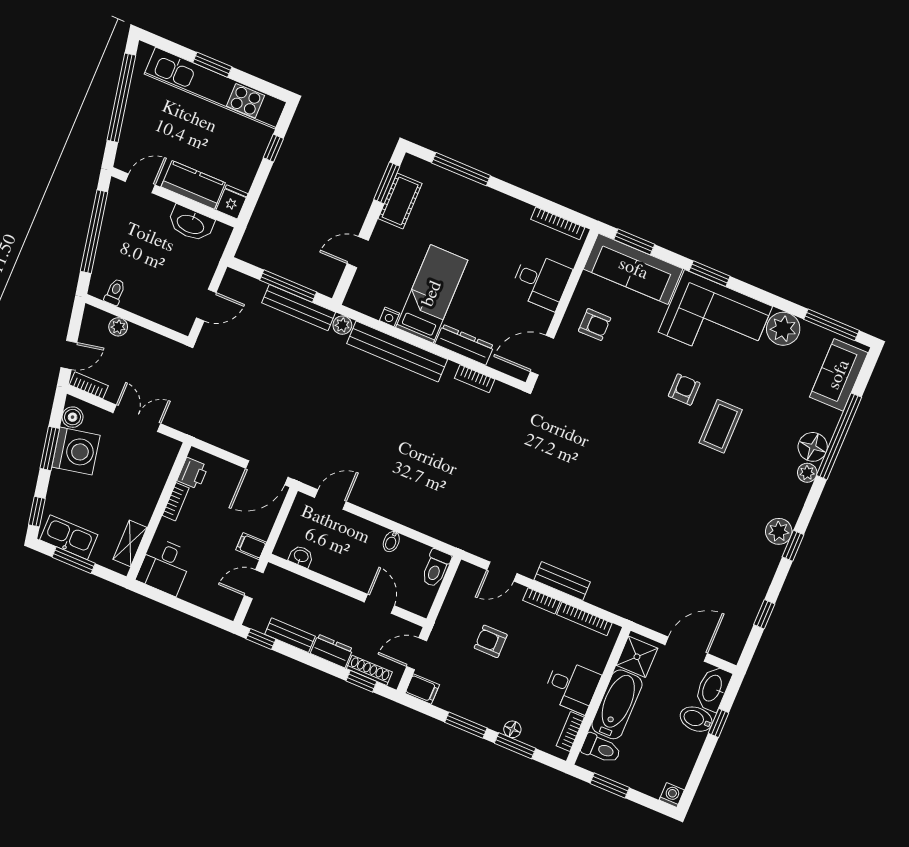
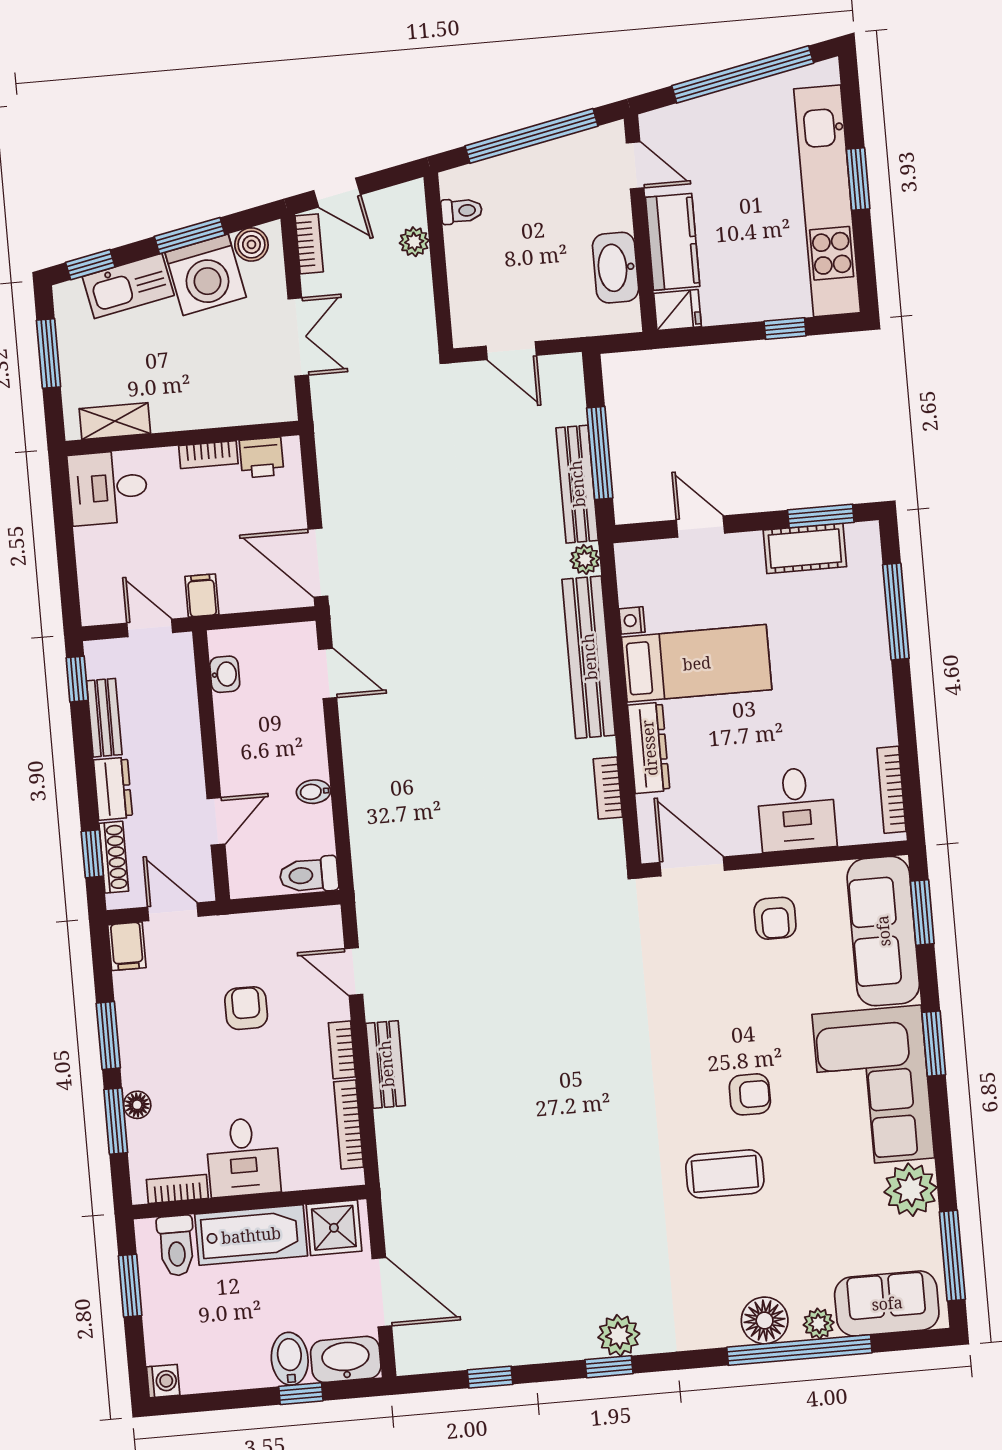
plant: (807, 473) -> (819, 1324), moved
kitchen sink: (69, 537) -> (128, 286), moved, turned 79

